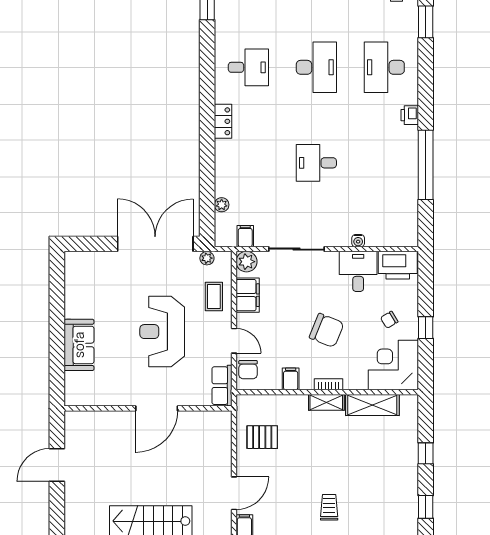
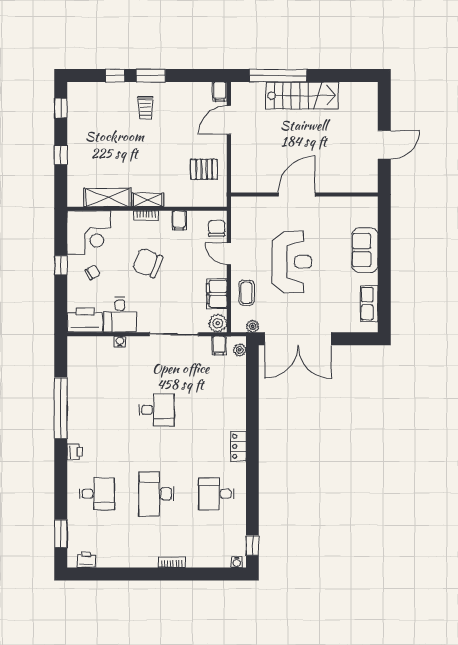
desk: (384, 67) -> (97, 494), width x0.73
plant: (222, 205) -> (240, 350), moved
row of seats: (222, 386) -> (369, 304), moved, turned 180

